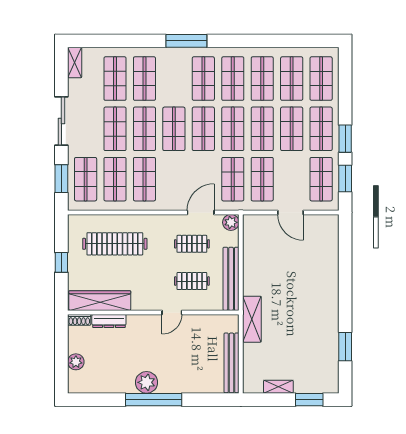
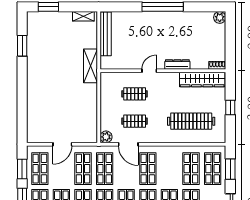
shop shelf: (144, 179) -> (148, 169), moved
door: (201, 212) -> (128, 144), hinge flipped
door: (290, 212) -> (62, 144), swing flipped
bench: (231, 279) -> (106, 96), removed
dresser: (109, 321) -> (177, 65), moved
plant: (76, 362) -> (220, 17), moved
plant: (147, 382) -> (168, 20), removed
shelving: (278, 387) -> (83, 16), moved

